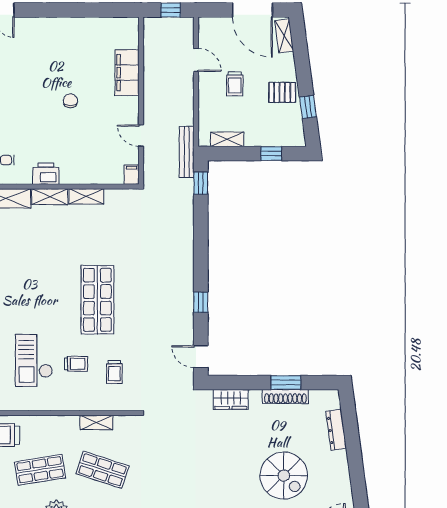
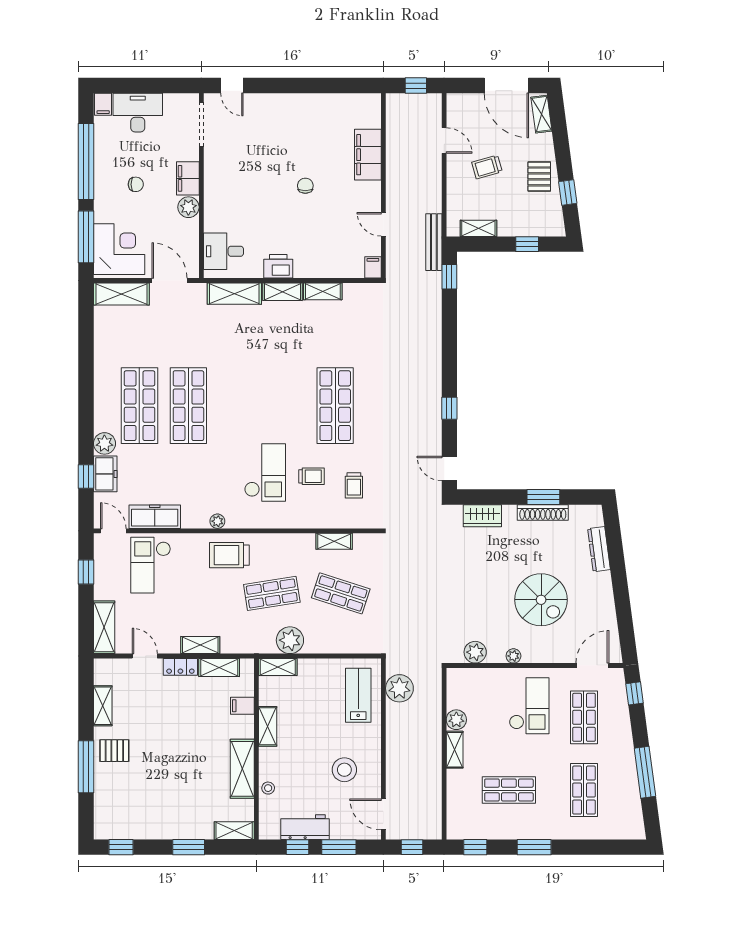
trolley: (235, 84) -> (487, 167), turned 74
pallet: (282, 92) -> (539, 176), turned 90
checkout: (34, 360) -> (265, 472), turned 180

